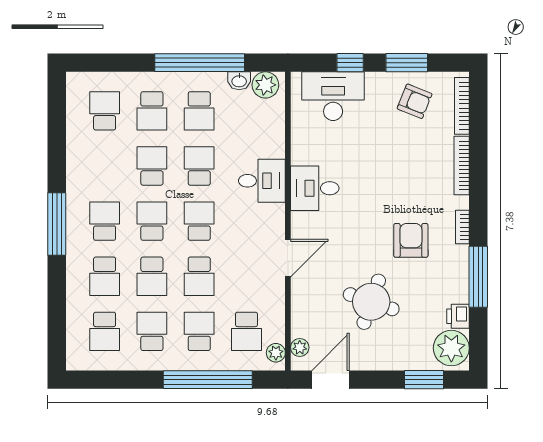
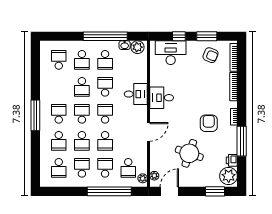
school desk: (152, 166) -> (82, 87), turned 180

